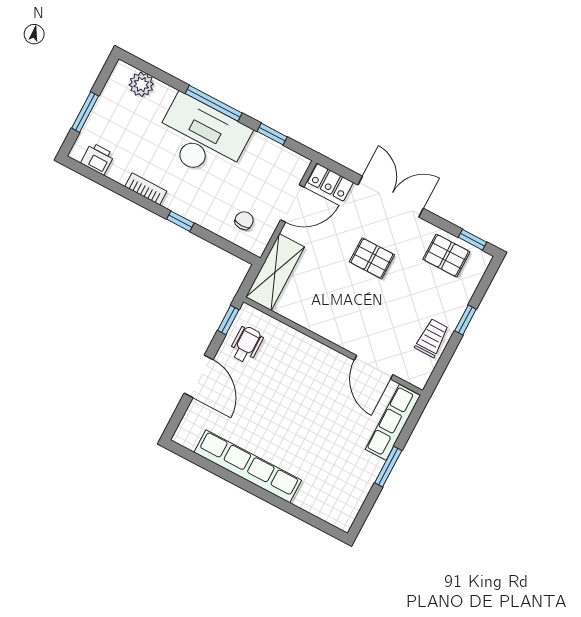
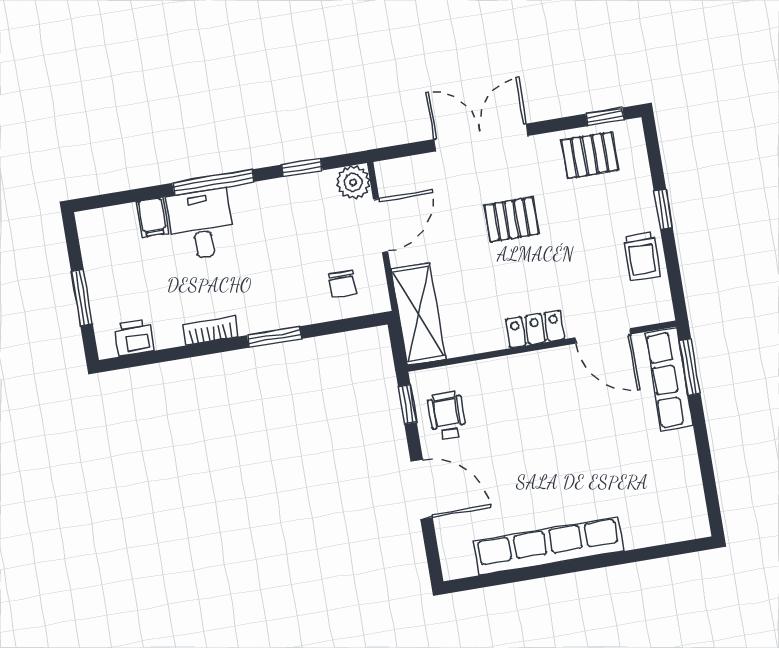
plant: (141, 84) -> (353, 182), moved
filing cabinet: (162, 97) -> (152, 217), added
desk: (202, 138) -> (201, 224), width x0.53, depth x0.77
locker: (330, 182) -> (535, 329), moved, turned 180
window: (180, 221) -> (274, 337), width x1.50
chair: (244, 221) -> (343, 284), turned 180
trolley: (432, 338) -> (642, 256), turned 180
window: (388, 467) -> (690, 367), moved

